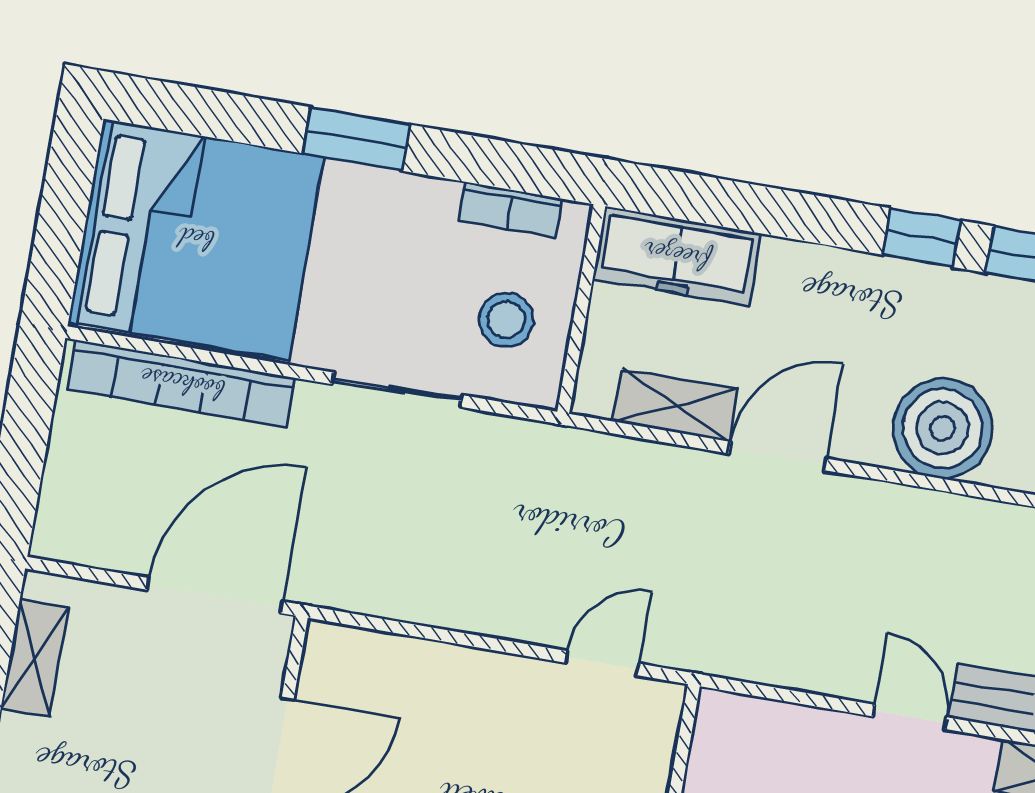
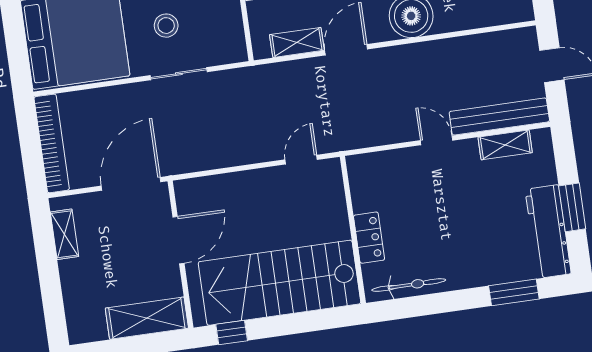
stool: (506, 320) -> (166, 26), moved
bookcase: (182, 384) -> (52, 143), moved, turned -90

